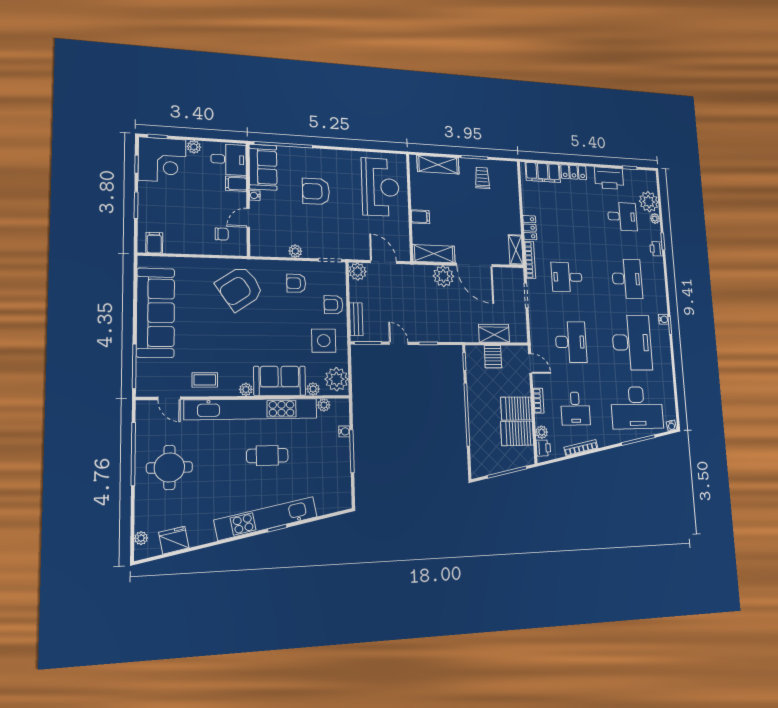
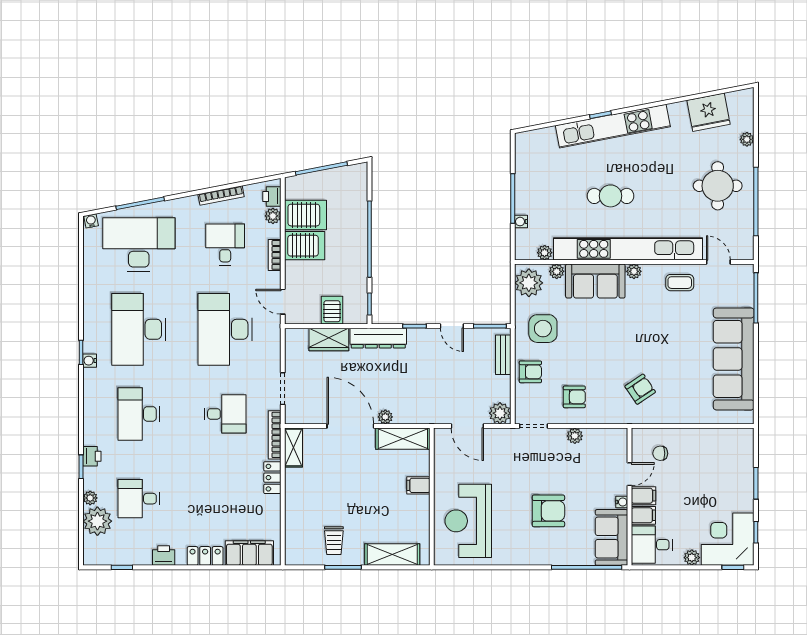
printer: (609, 178) -> (164, 556), width x0.53, depth x0.68
filing cabinet: (154, 243) -> (644, 496), moved, turned -90
plant: (443, 276) -> (385, 417), width x0.53, depth x0.53
armchair: (240, 288) -> (640, 389), width x0.53, depth x0.53
dresser: (456, 334) -> (378, 338), added
desk: (571, 342) -> (225, 329), width x1.36, depth x1.30
plant: (141, 538) -> (747, 139), moved
fridge: (174, 540) -> (709, 112), width x1.36, depth x1.34

